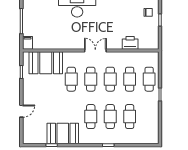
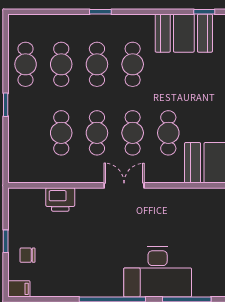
double door: (95, 50) -> (124, 185), swing flipped
cafe table: (149, 79) -> (26, 64), moved

